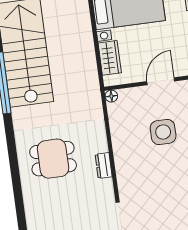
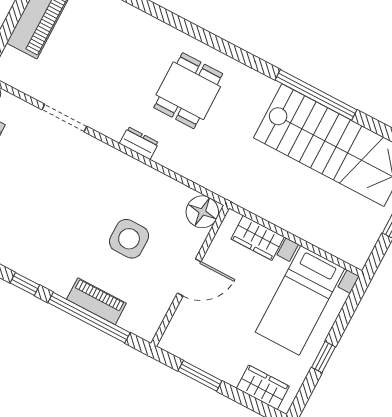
door: (161, 81) -> (189, 277), hinge flipped
floor lamp: (111, 96) -> (202, 212), width x1.89, depth x1.89

